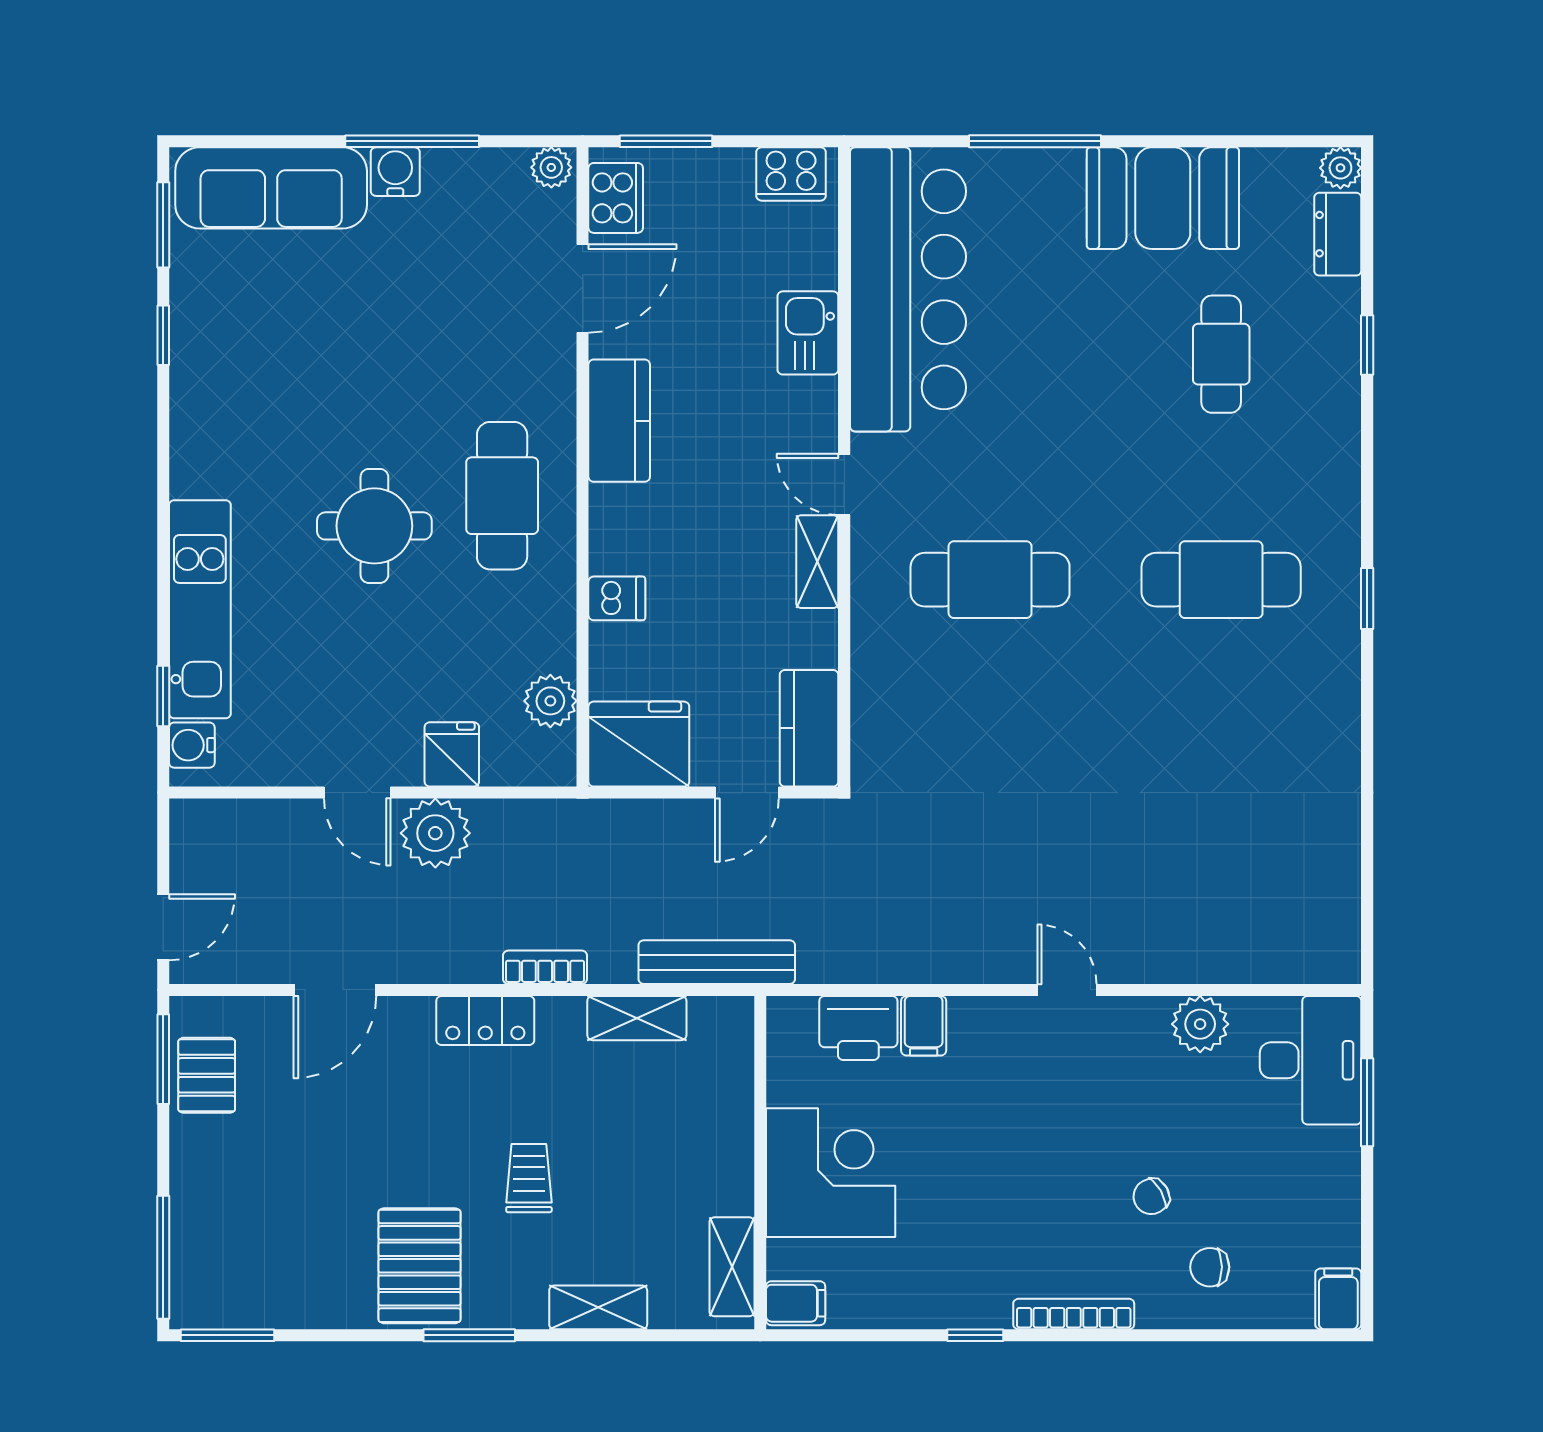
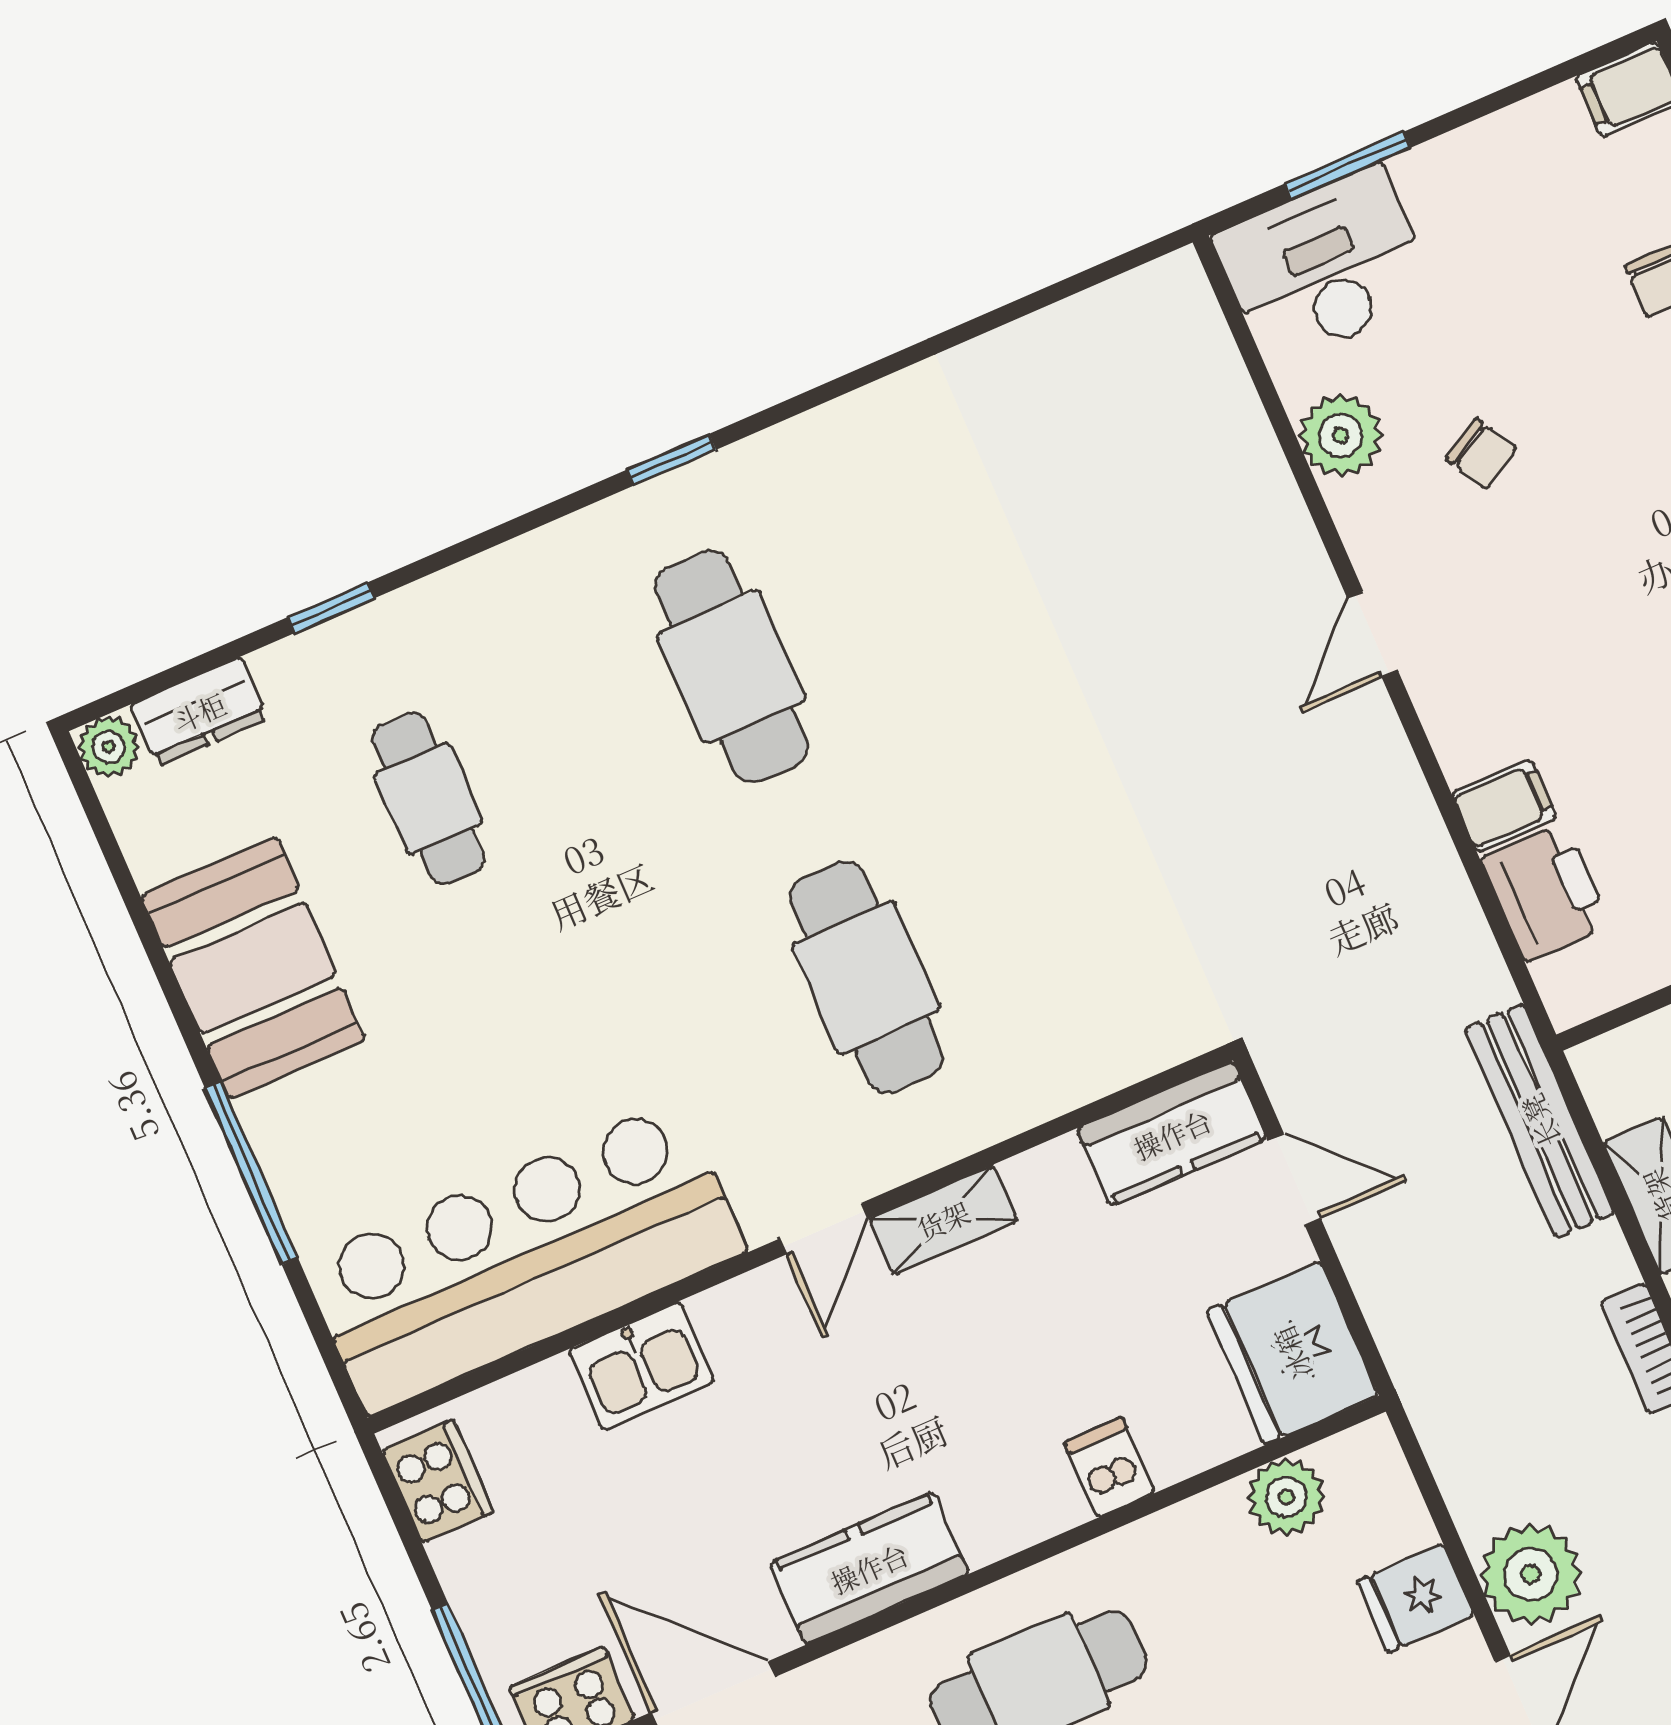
cafe table: (1221, 354) -> (429, 798), turned 90
chair: (1151, 1196) -> (1481, 454), moved

